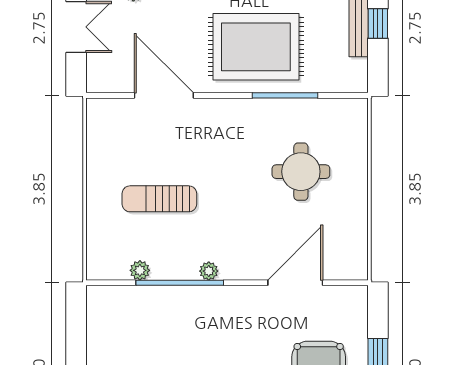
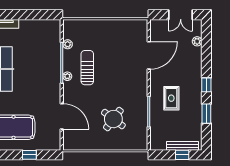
rug: (256, 47) -> (171, 98), width x0.54, depth x0.49
round table: (301, 172) -> (113, 119), turned 37
sun lounger: (159, 199) -> (87, 68), moved

